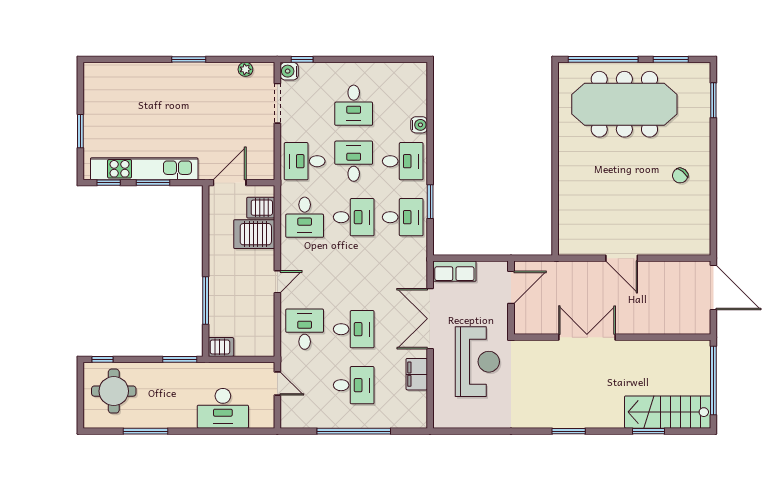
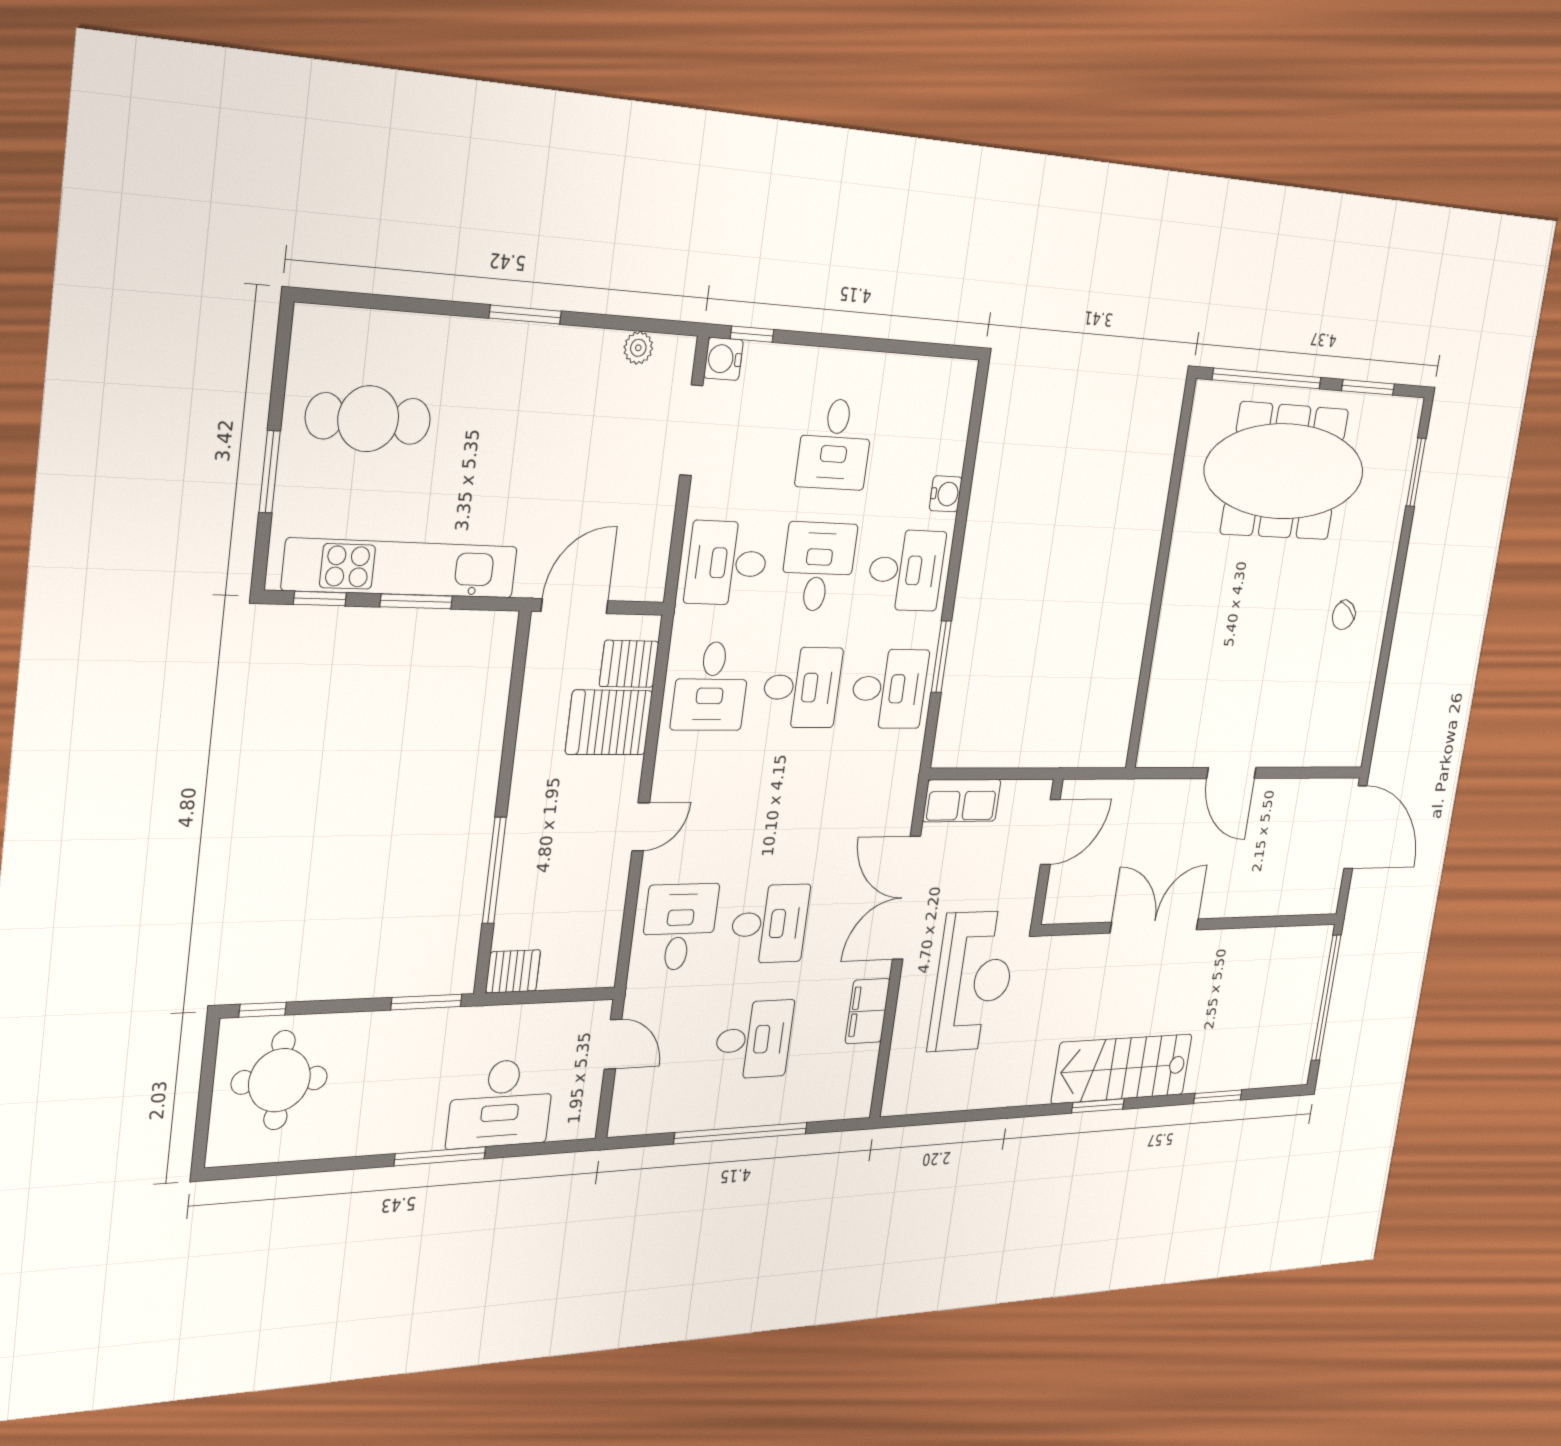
cafe table: (122, 107) -> (368, 419), added
stairs: (668, 412) -> (1122, 1069), moved
window: (145, 431) -> (440, 1156), moved

